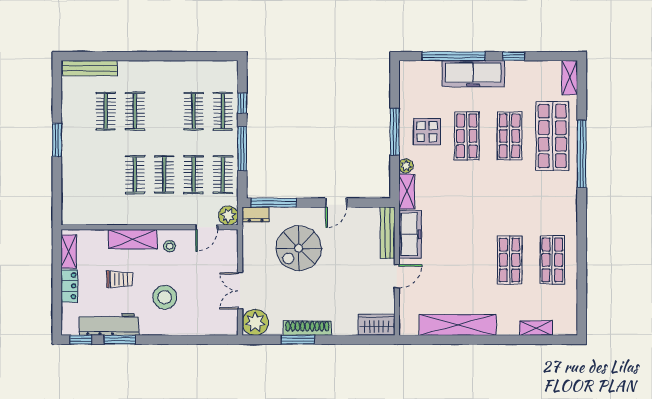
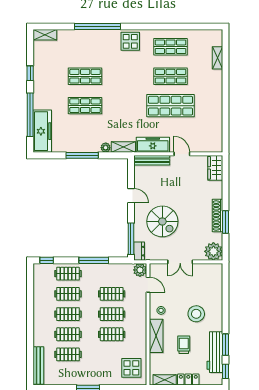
freezer: (473, 74) -> (42, 131), moved
window: (242, 103) -> (47, 260), moved
display table: (427, 132) -> (130, 41), moved
shop shelf: (552, 136) -> (170, 106), moved
clothes rail: (223, 175) -> (68, 314), moved
display table: (86, 203) -> (131, 368), added
double door: (240, 291) -> (180, 262), moved
shelving: (458, 325) -> (215, 112), removed

